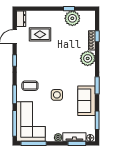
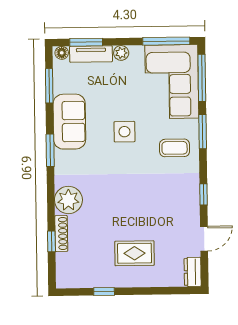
plant: (72, 18) -> (98, 274), removed
rug: (40, 34) -> (134, 253), moved

